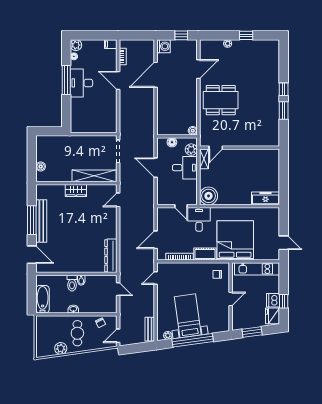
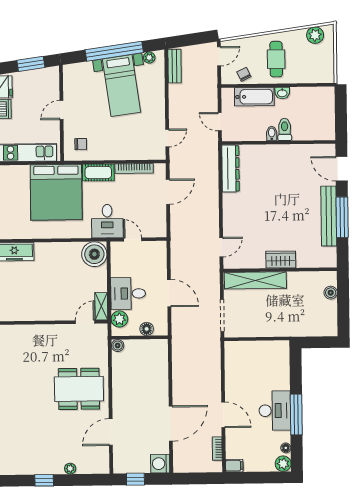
bathtub: (43, 299) -> (254, 97), moved, turned -90
plant: (61, 348) -> (315, 35), moved

